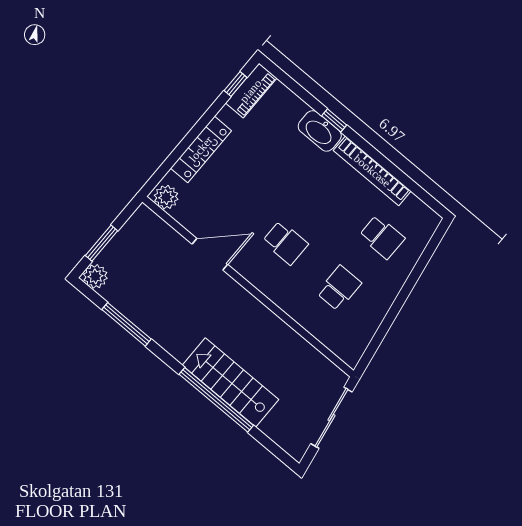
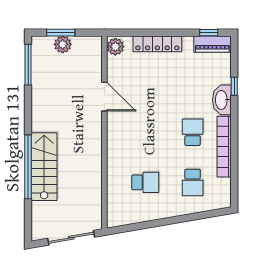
window: (334, 120) -> (234, 86), moved
school desk: (285, 243) -> (193, 132), moved, turned 180
plant: (95, 276) -> (63, 44), moved
window: (127, 324) -> (28, 65), moved

